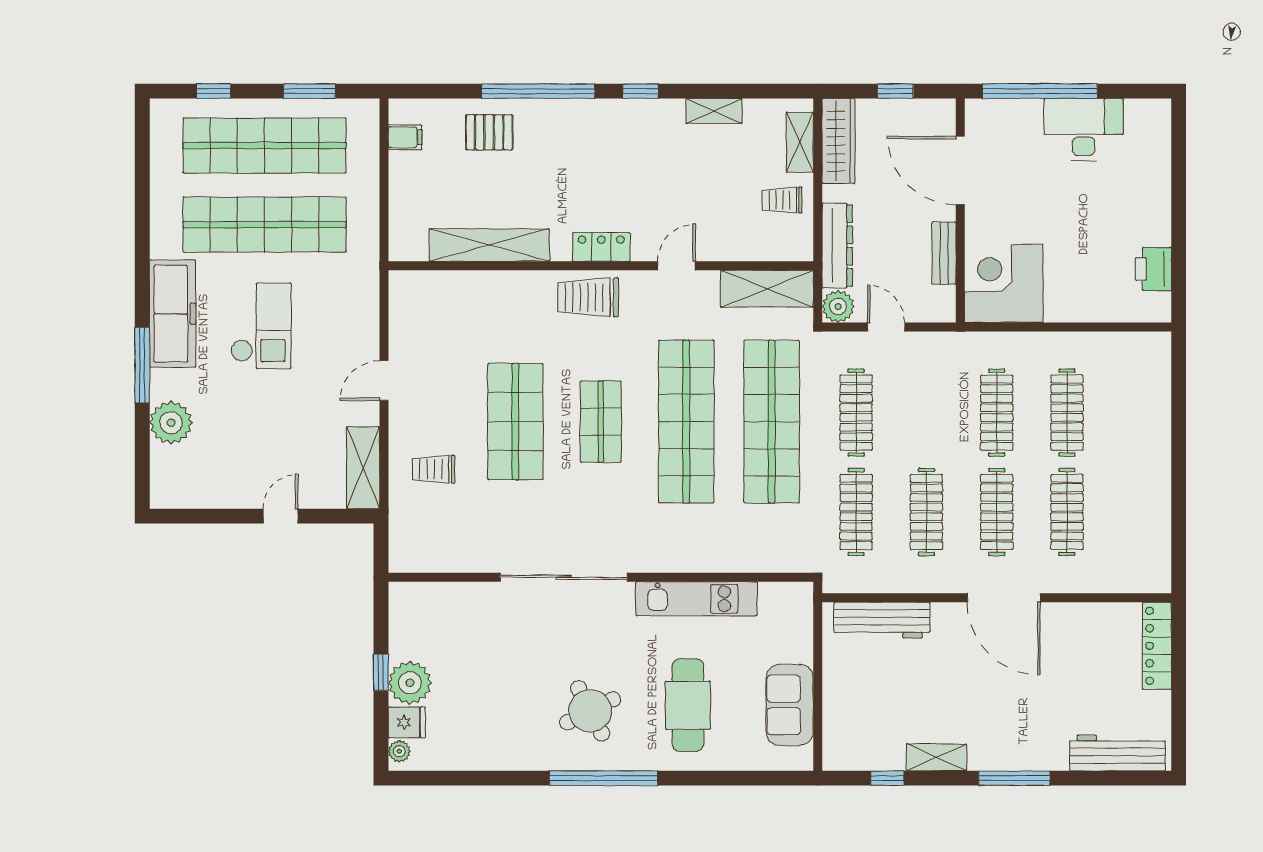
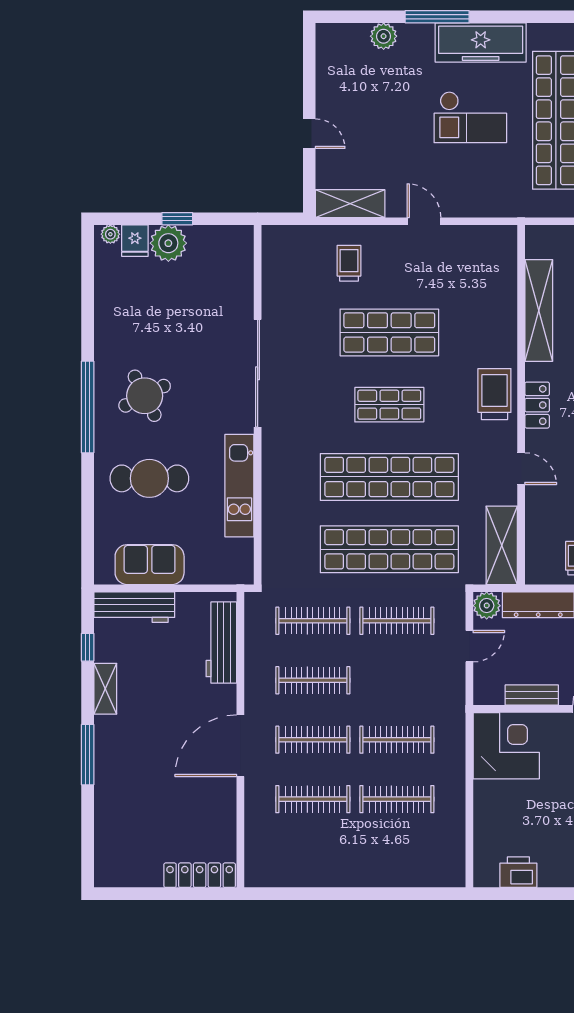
plant: (171, 423) -> (384, 36), width x0.73, depth x0.73
workbench: (1117, 753) -> (134, 607), moved, turned 90

